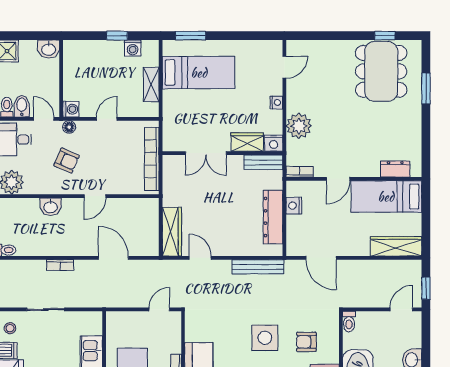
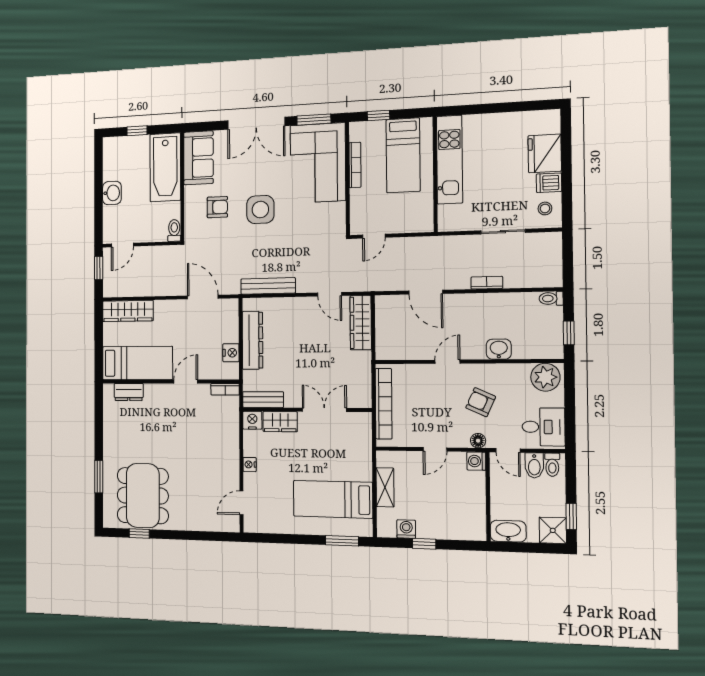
washbasin: (49, 49) -> (508, 531), width x1.38
plant: (299, 126) -> (226, 439), removed

